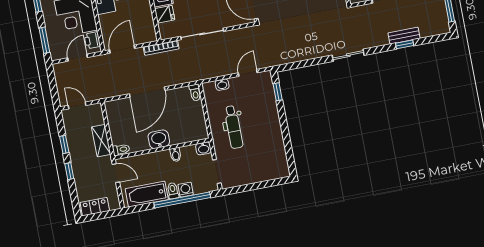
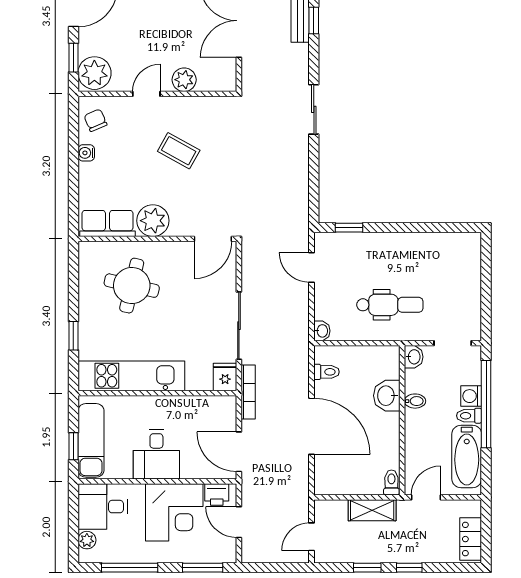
fridge: (165, 14) -> (225, 377), moved
washbasin: (222, 85) -> (322, 331), moved
toilet: (195, 93) -> (326, 372), moved
washbasin: (159, 139) -> (387, 396), moved

